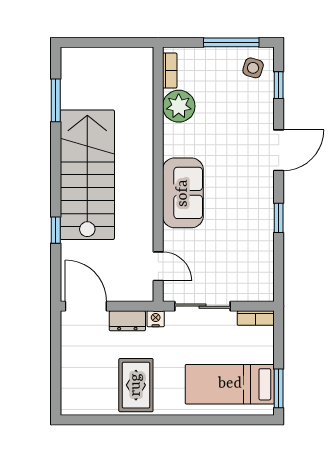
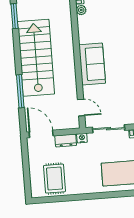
plant: (179, 106) -> (81, 10), width x0.53, depth x0.53
window: (56, 230) -> (20, 91), width x2.17
rug: (136, 385) -> (55, 179), moved

